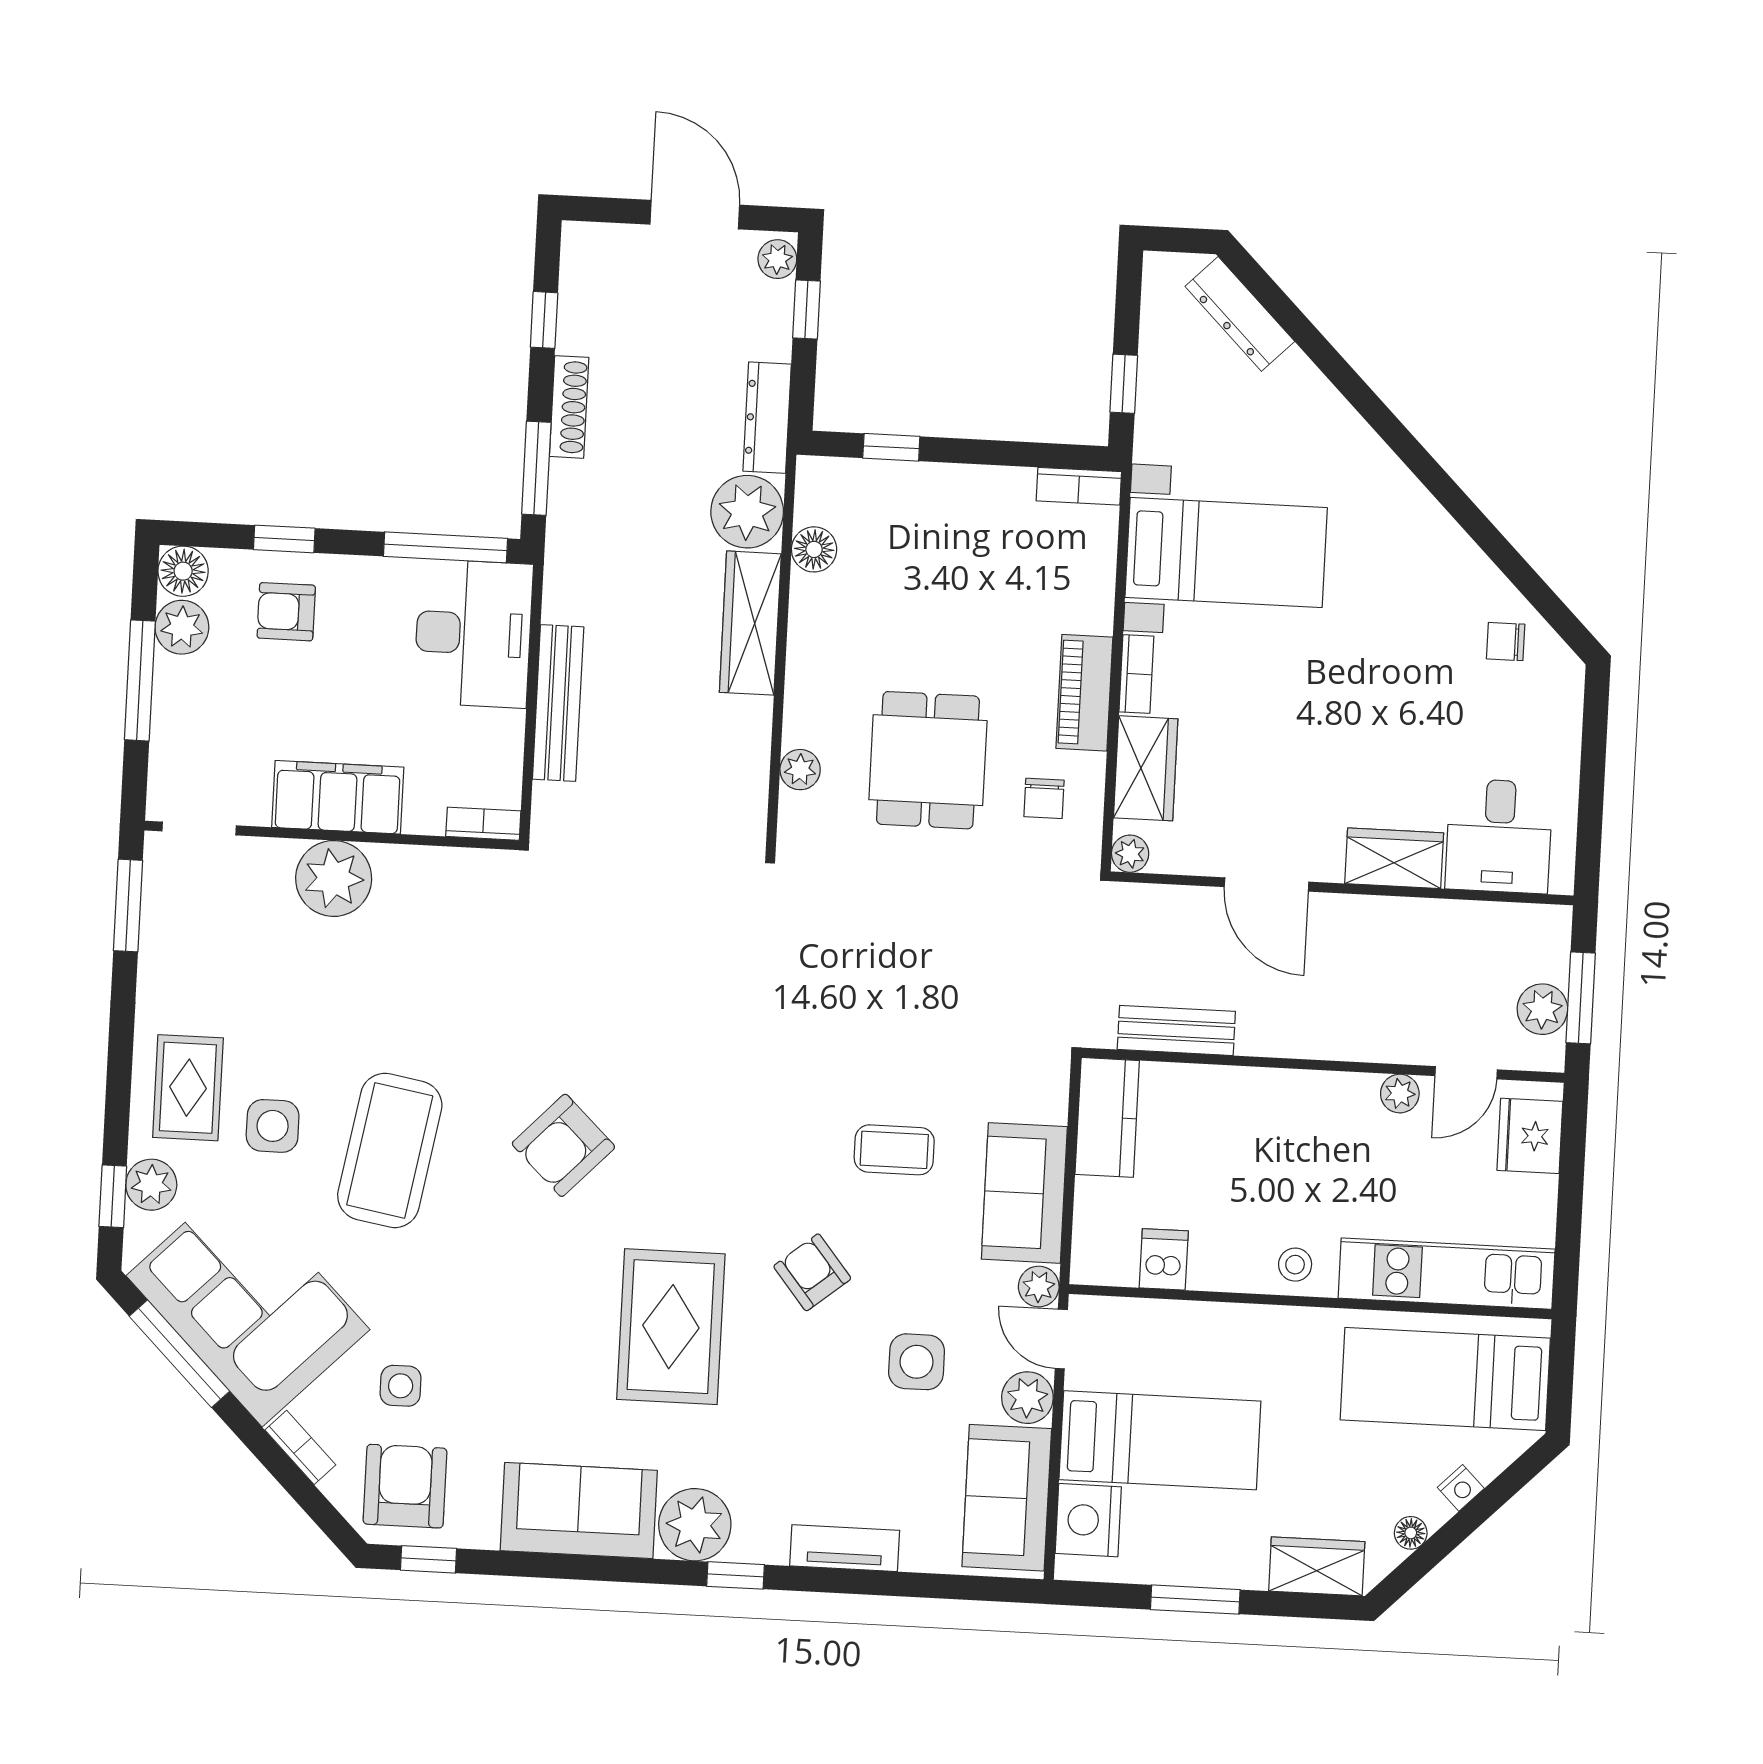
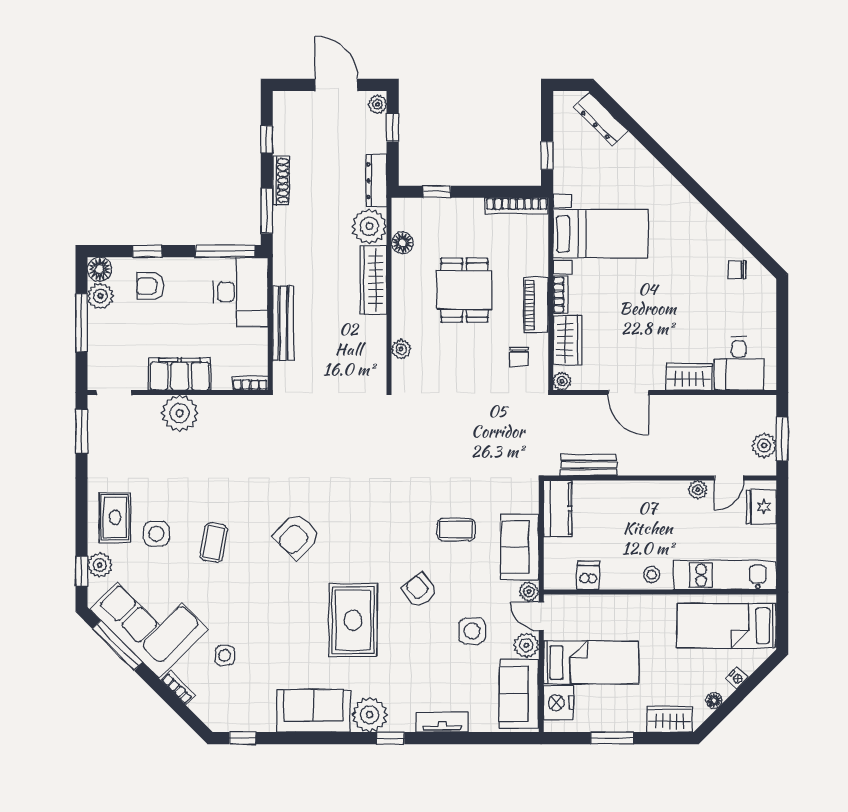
bookcase: (1079, 486) -> (517, 206), width x1.56
dining table: (928, 760) -> (464, 290), moved
coffee table: (390, 1150) -> (214, 543), width x0.54, depth x0.58
armchair: (405, 1486) -> (229, 704), removed

